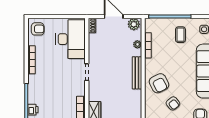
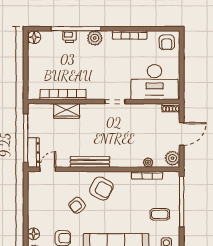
bench: (137, 73) -> (90, 162), moved
armchair: (159, 83) -> (101, 188), turned -126
plant: (34, 89) -> (95, 38), added

